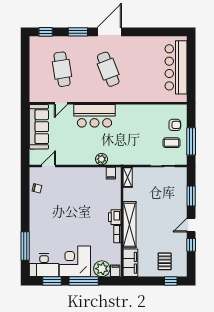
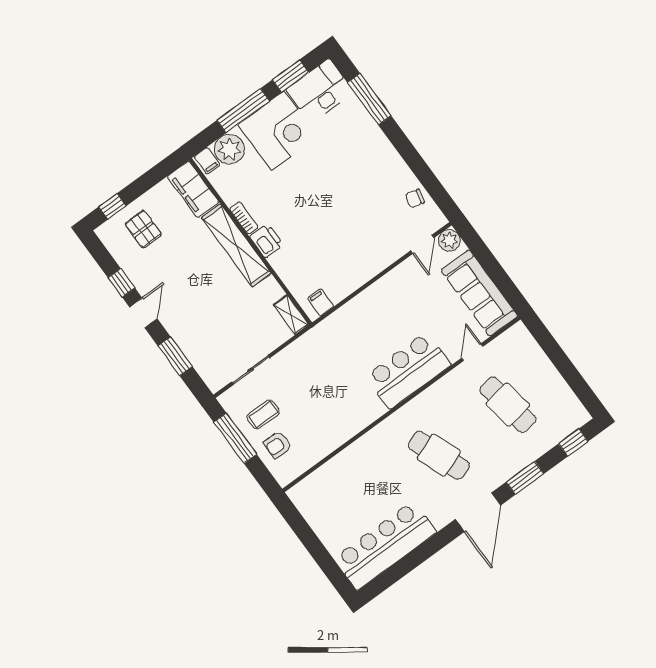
bar counter: (176, 67) -> (385, 545), moved, turned -90
plant: (101, 159) -> (449, 240), moved

